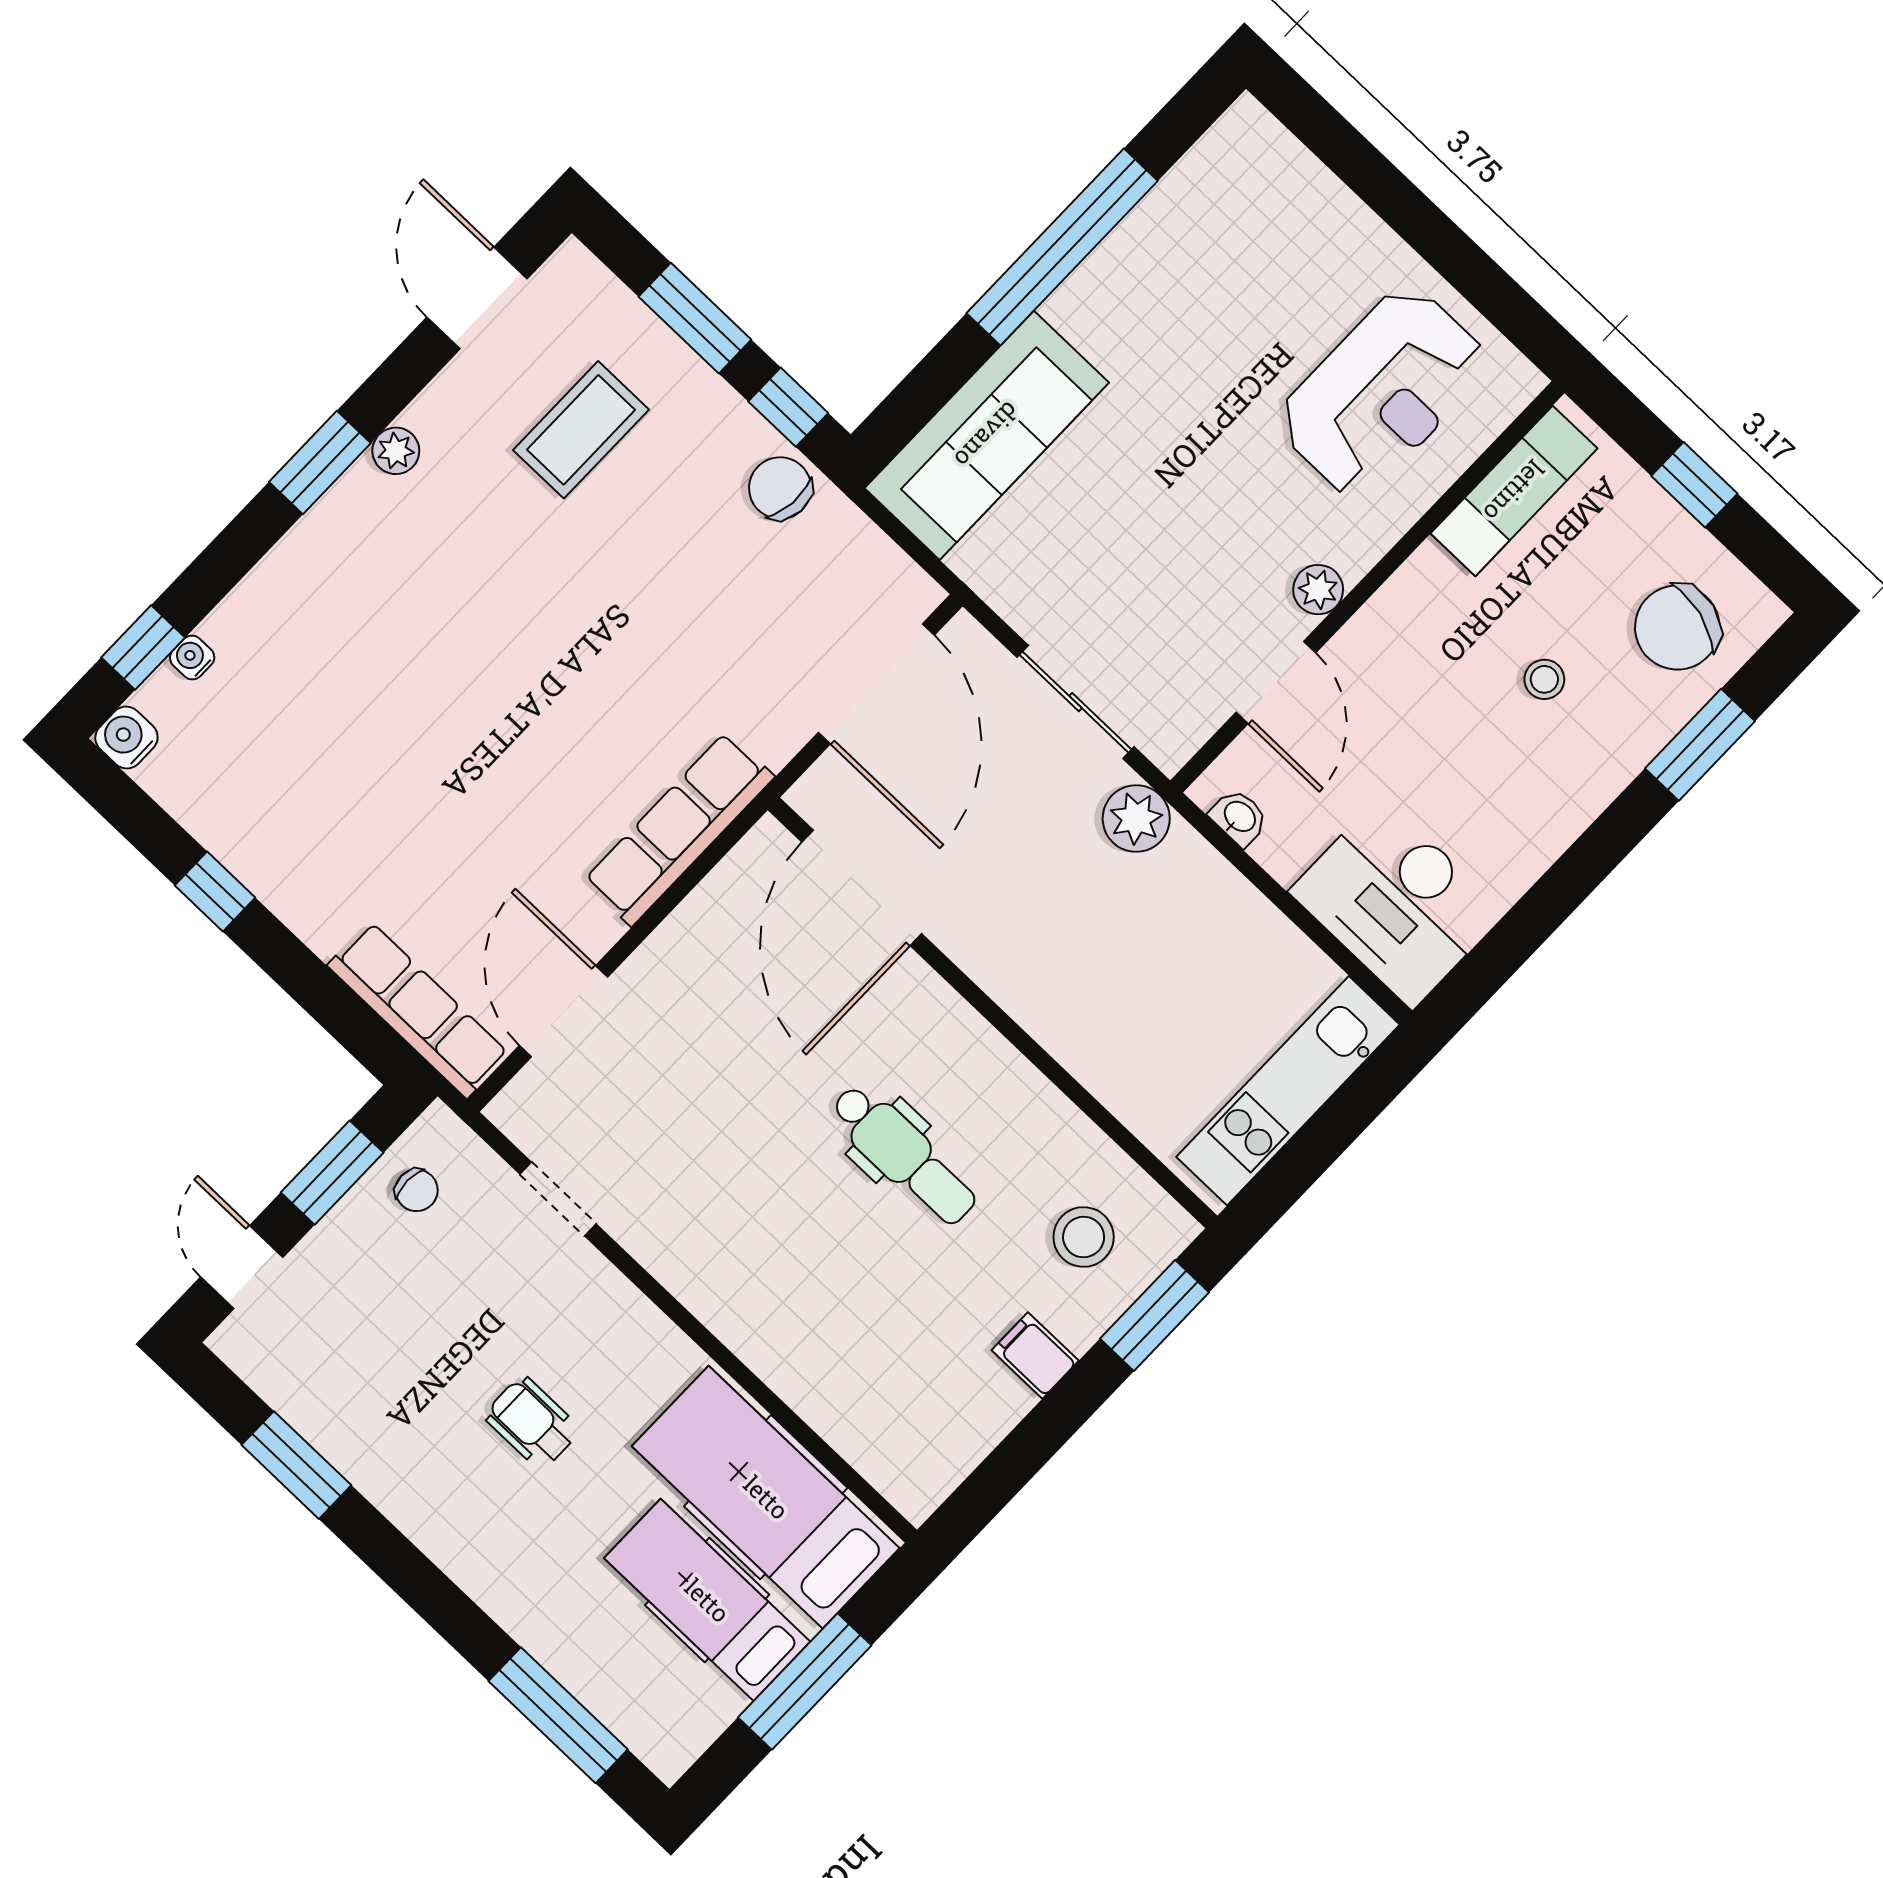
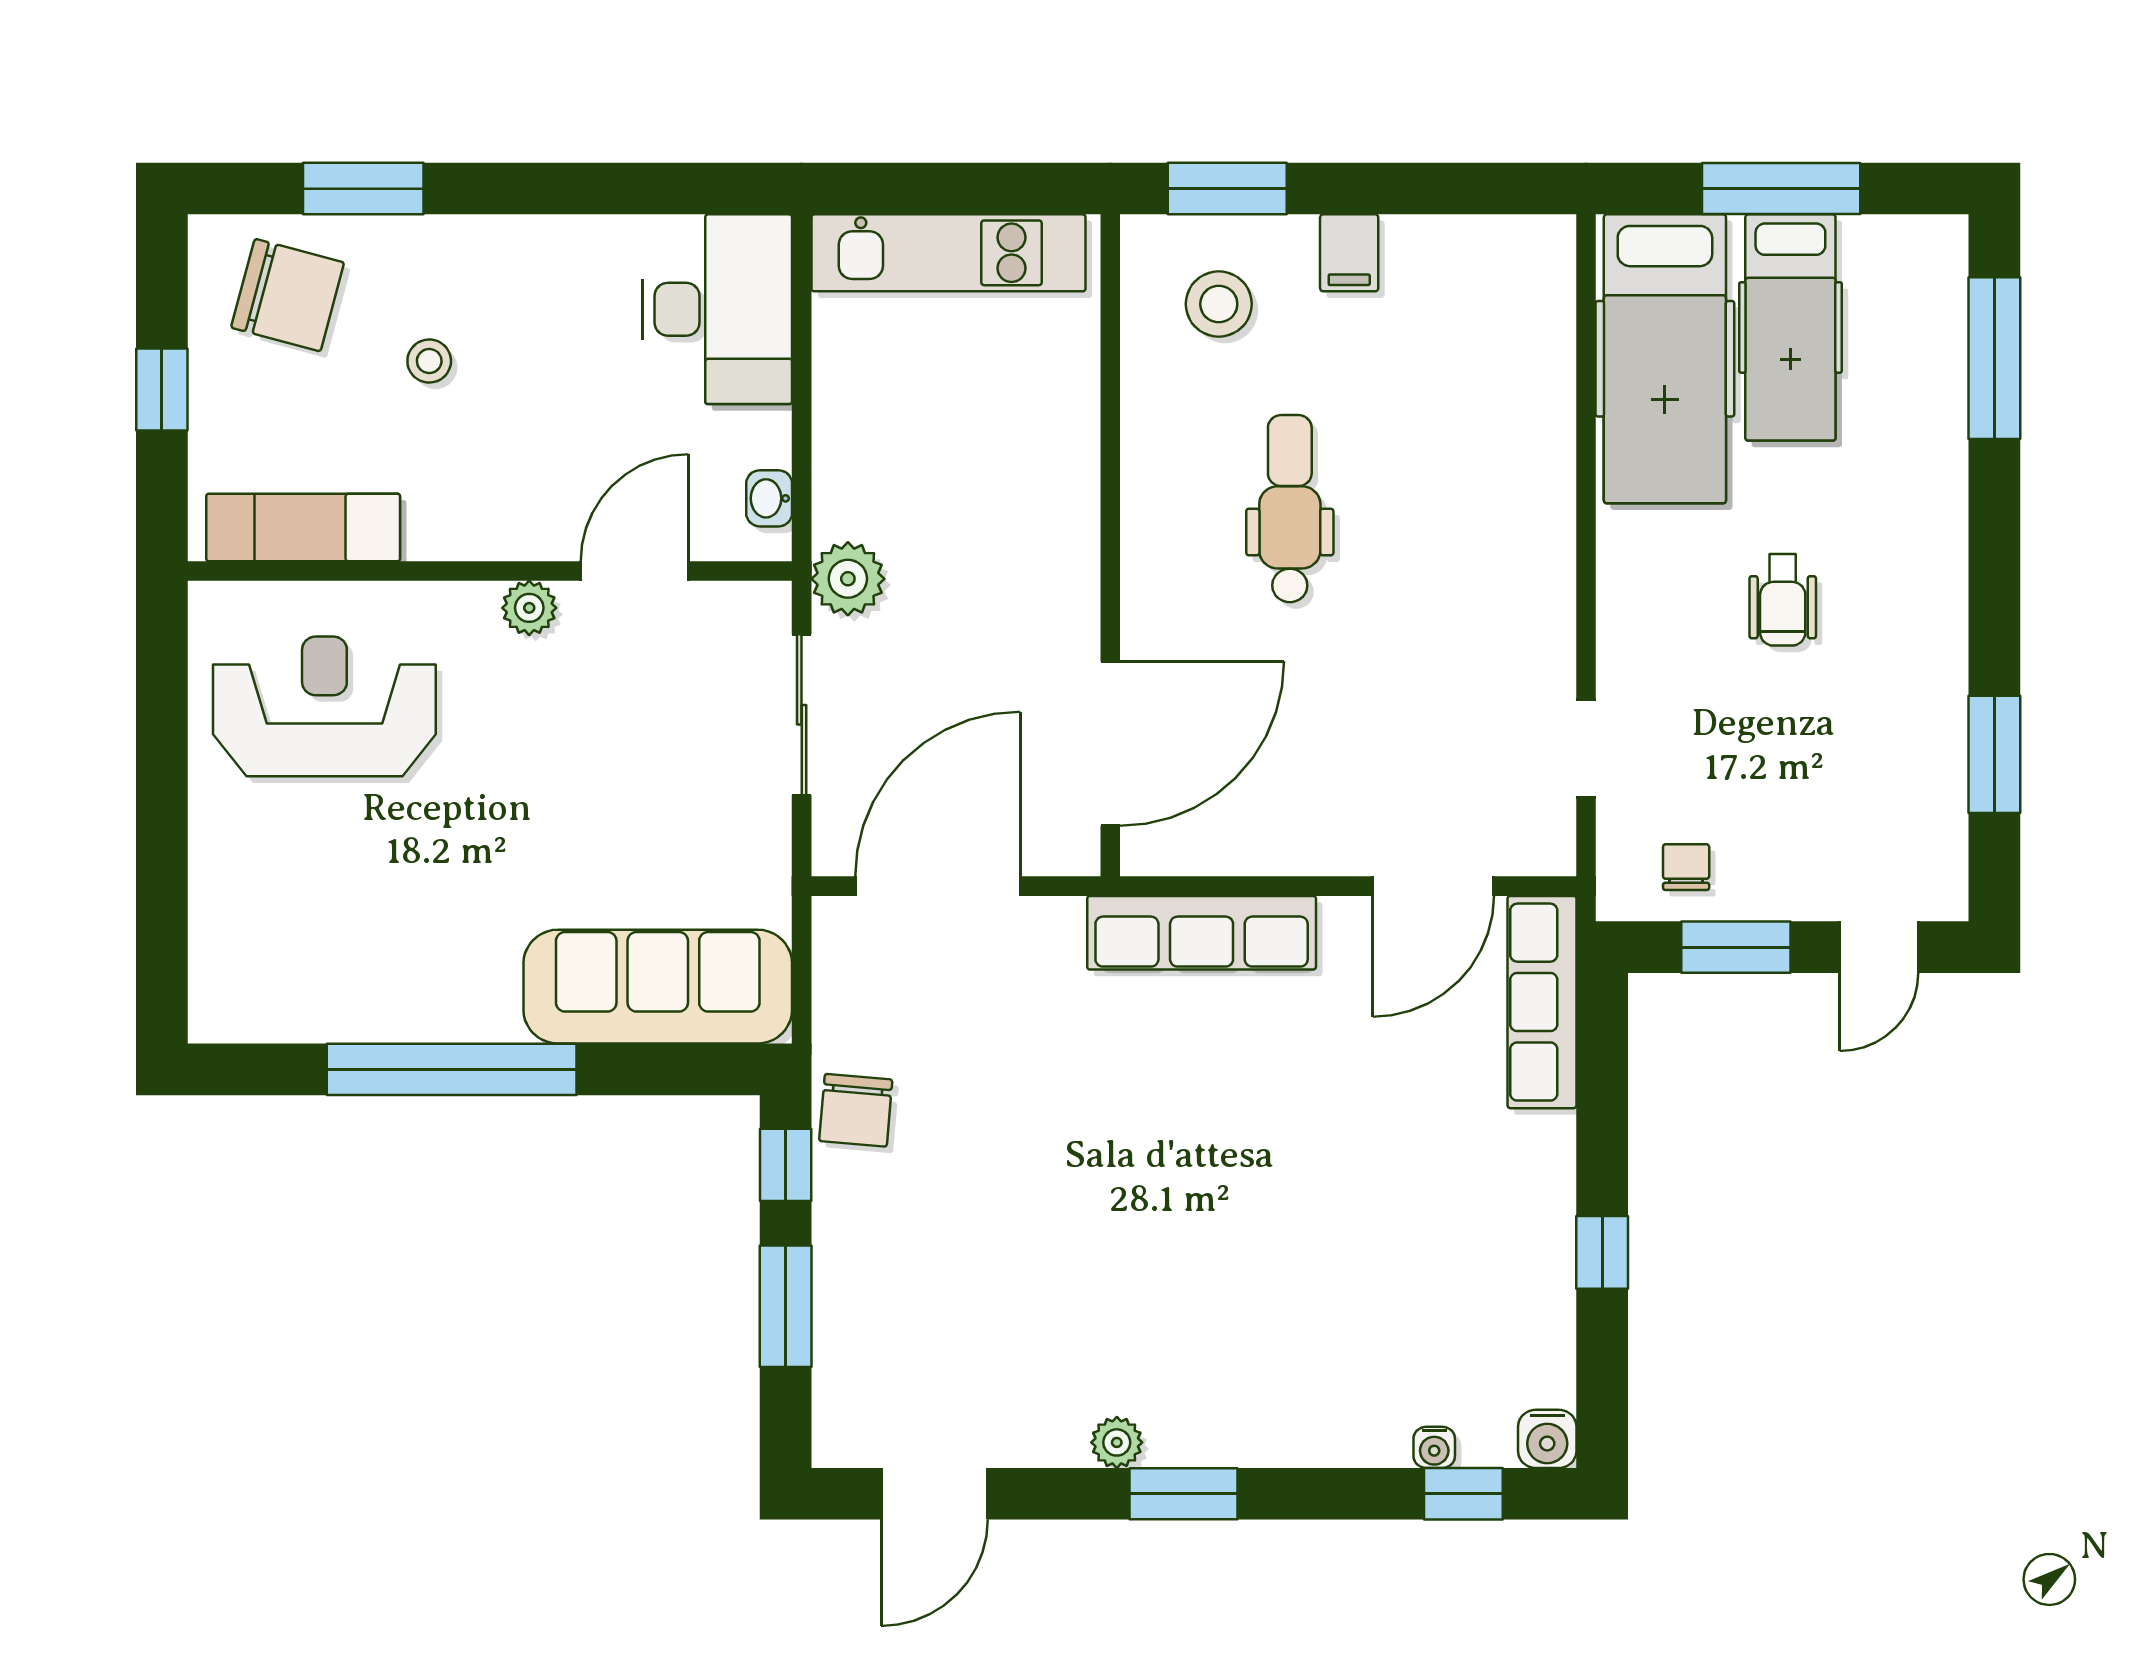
coffee table: (581, 430) -> (960, 1312), removed

